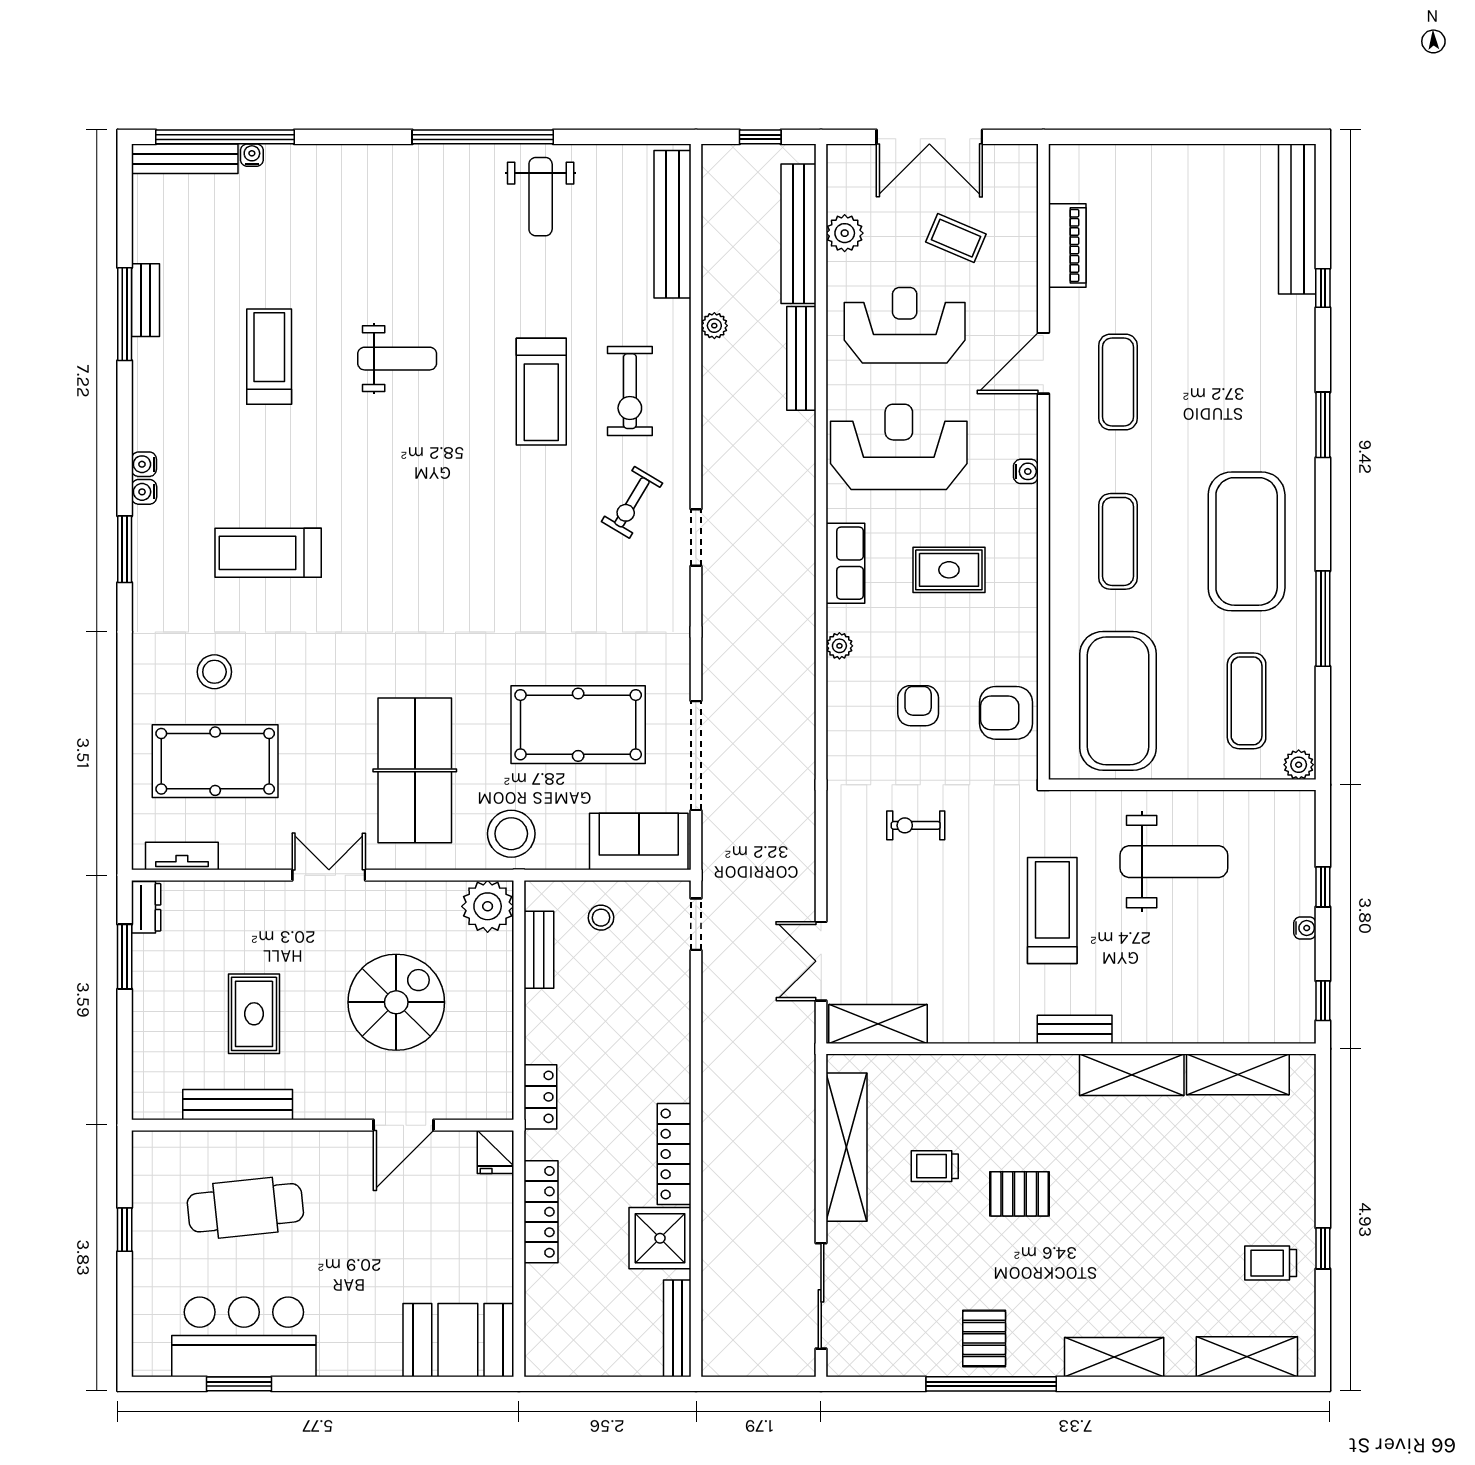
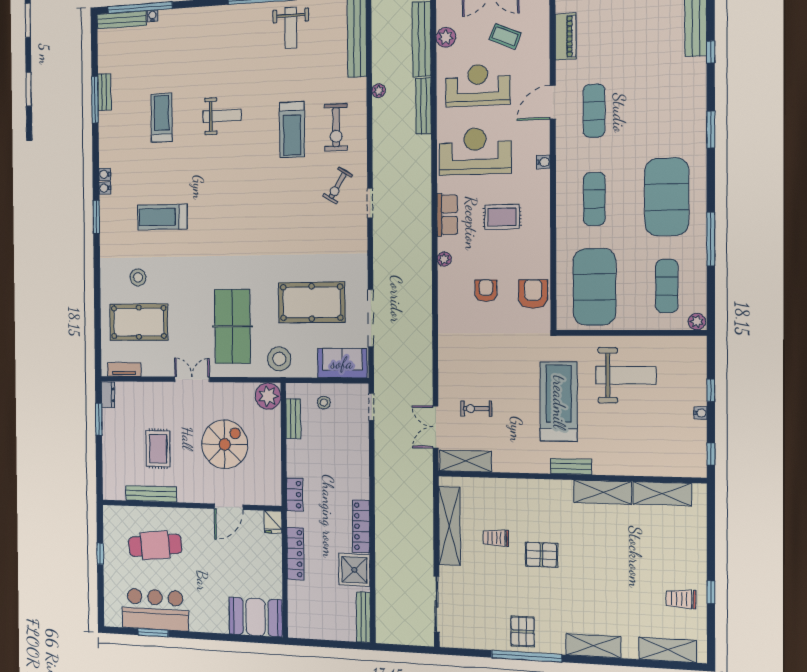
armchair: (1006, 713) -> (533, 294), turned 90
exercise bike: (916, 825) -> (476, 409), moved
treadmill: (1052, 910) -> (559, 402), width x1.37, depth x1.38

